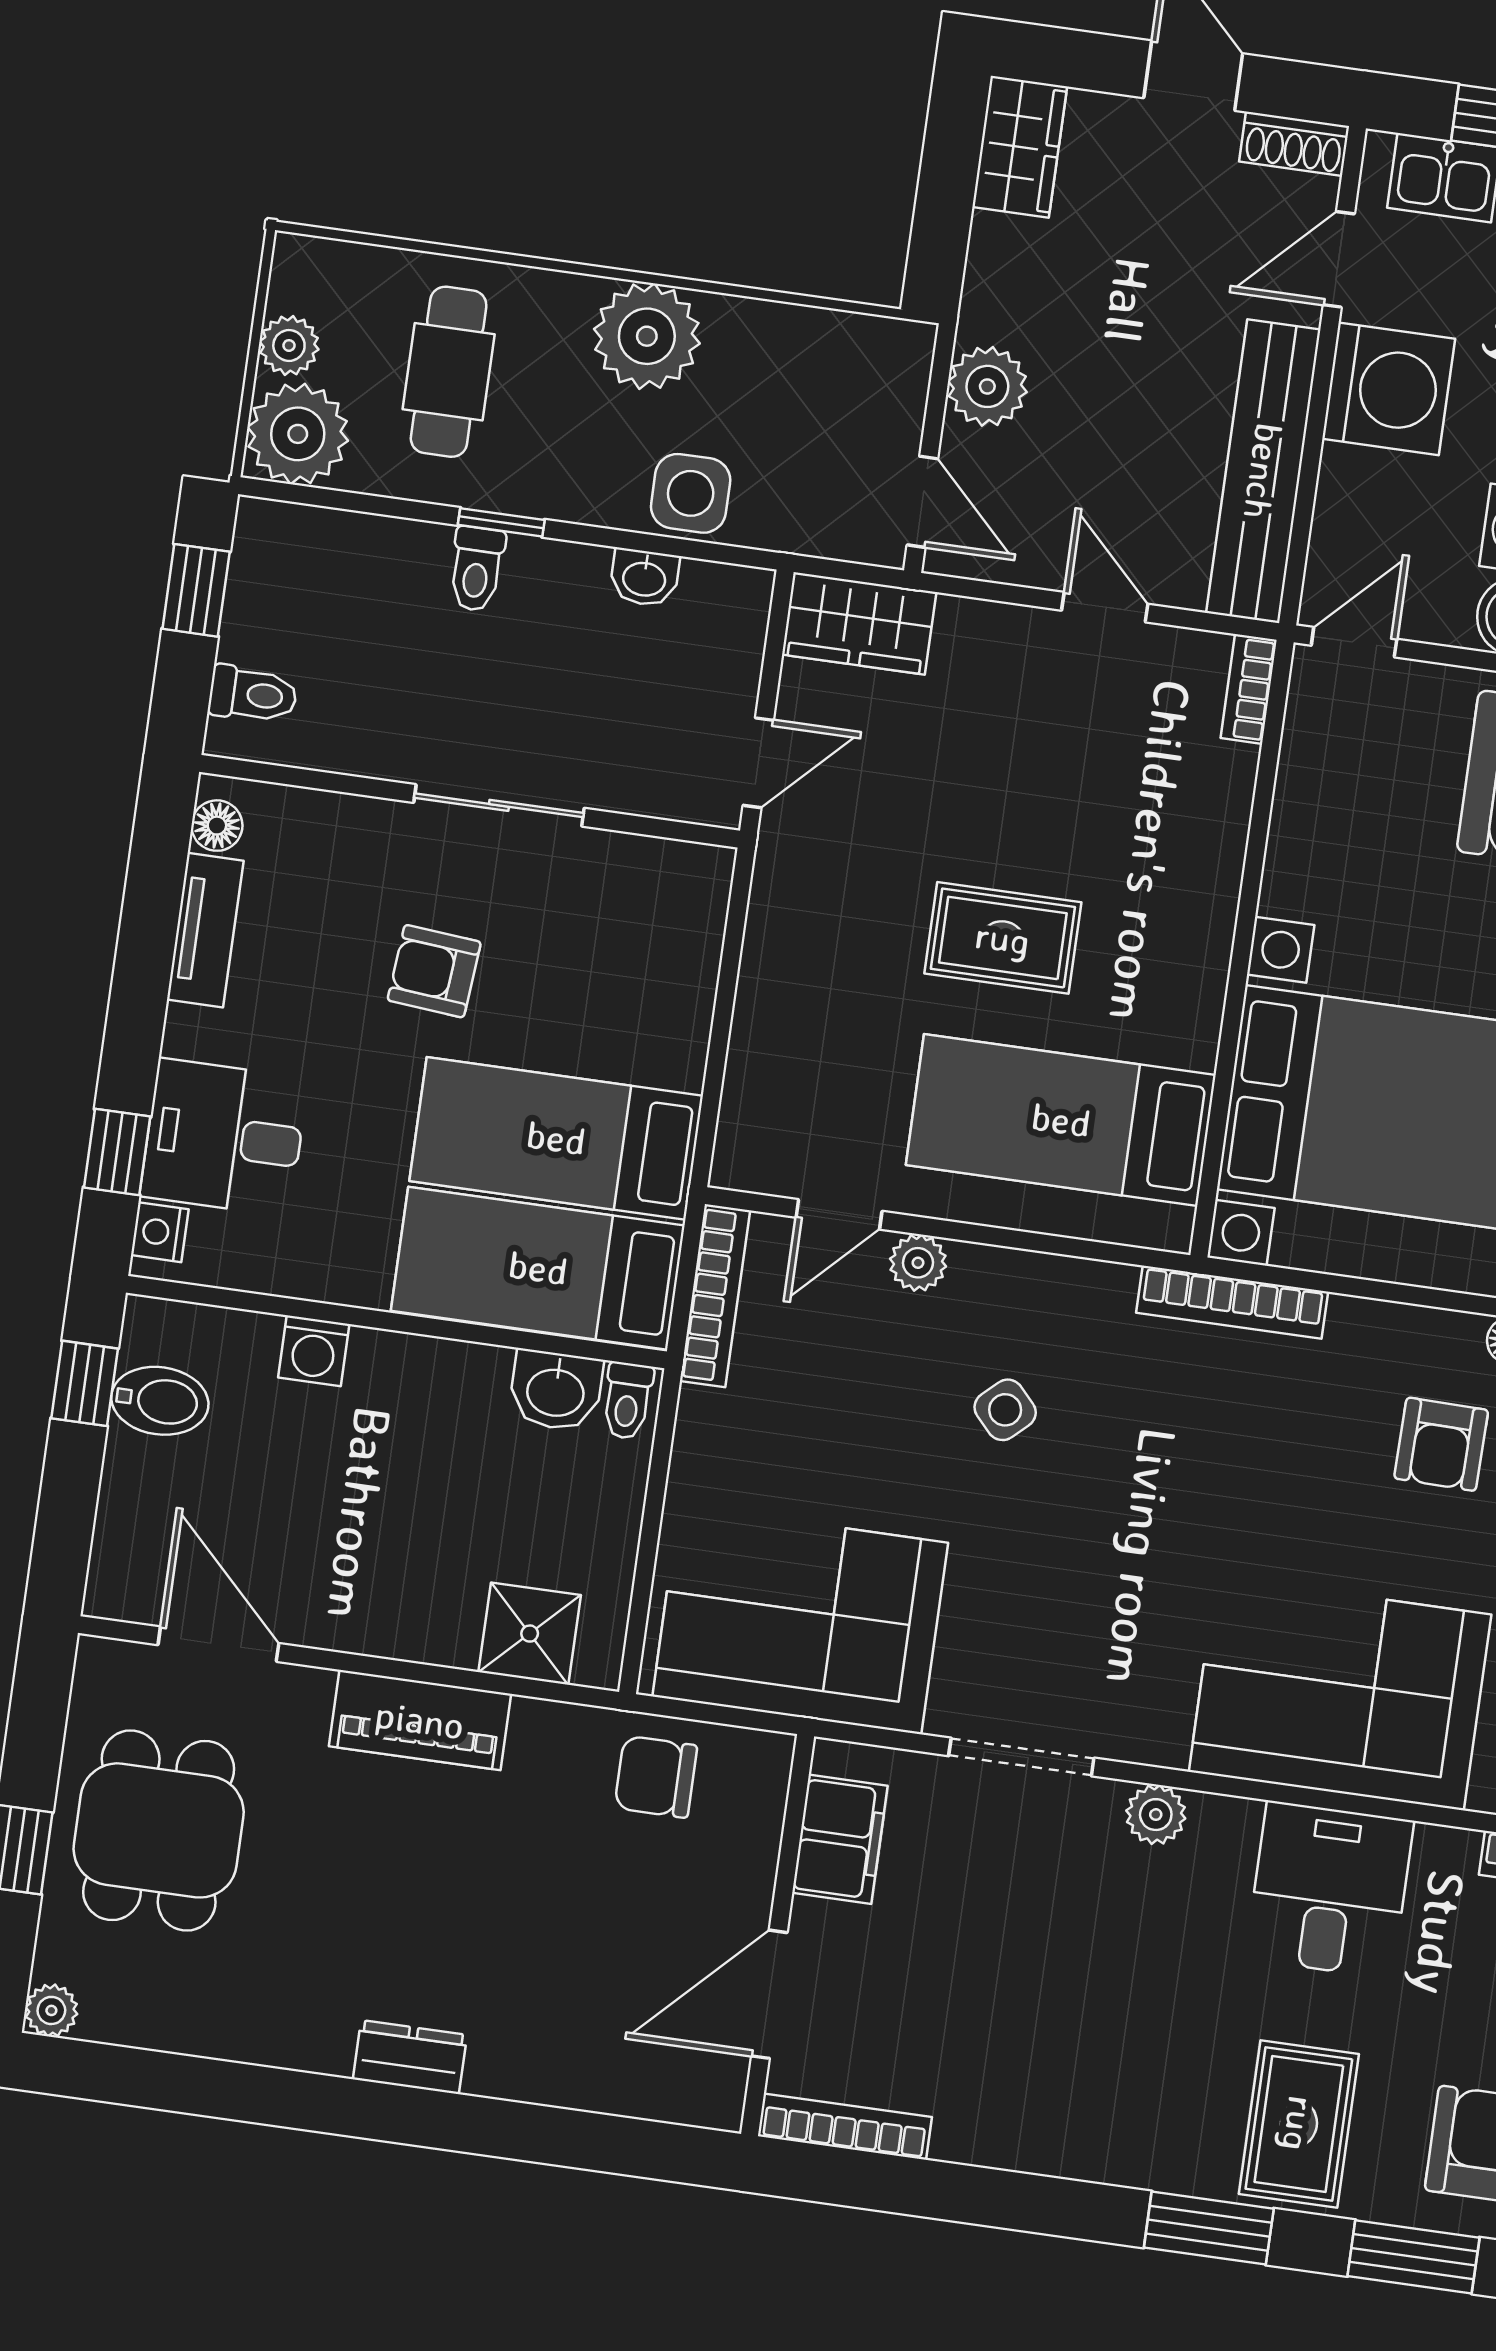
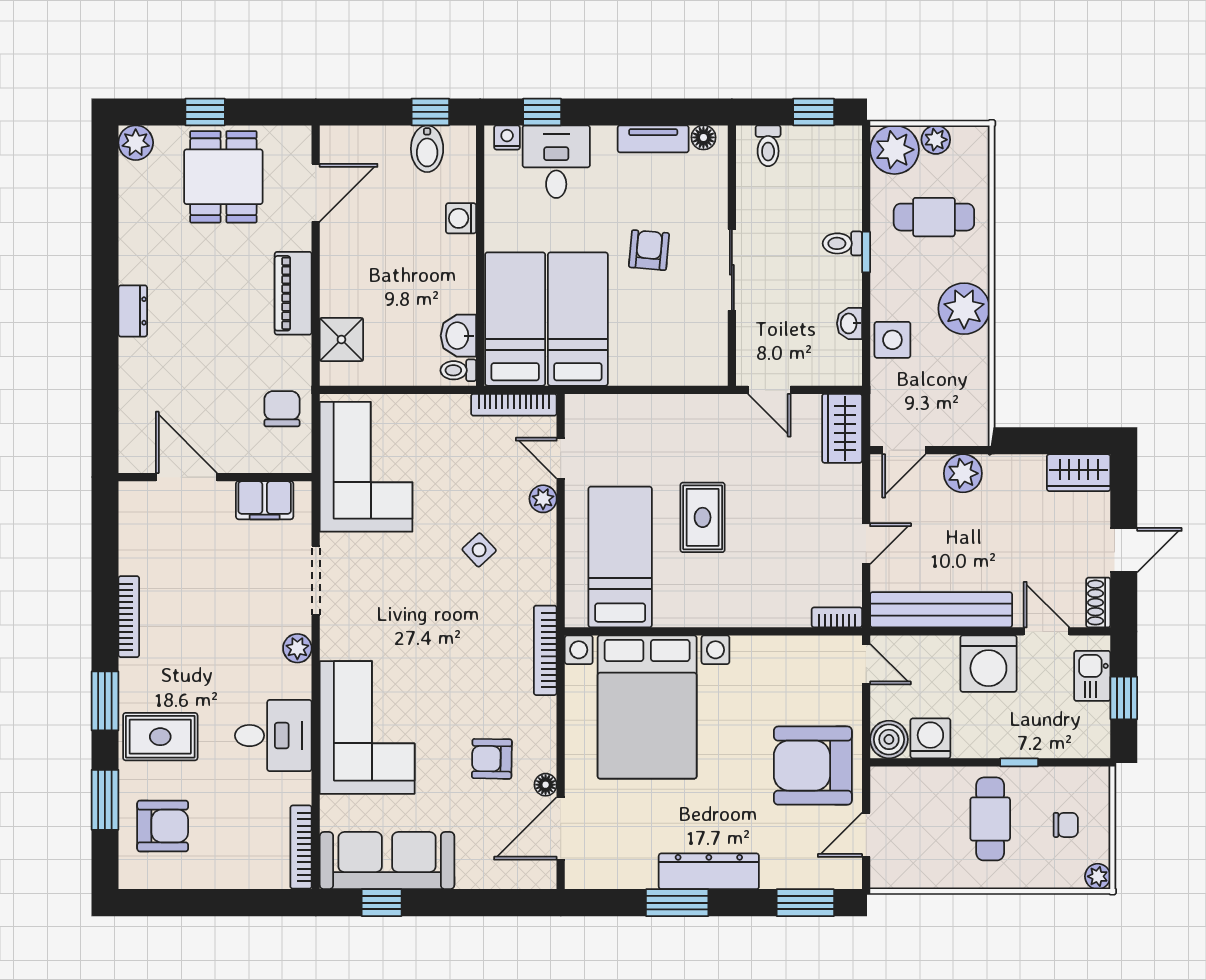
dining table: (159, 1830) -> (223, 177), turned 90
plant: (51, 2010) -> (136, 143), width x1.38, depth x1.38
bookcase: (845, 2127) -> (129, 617), moved

